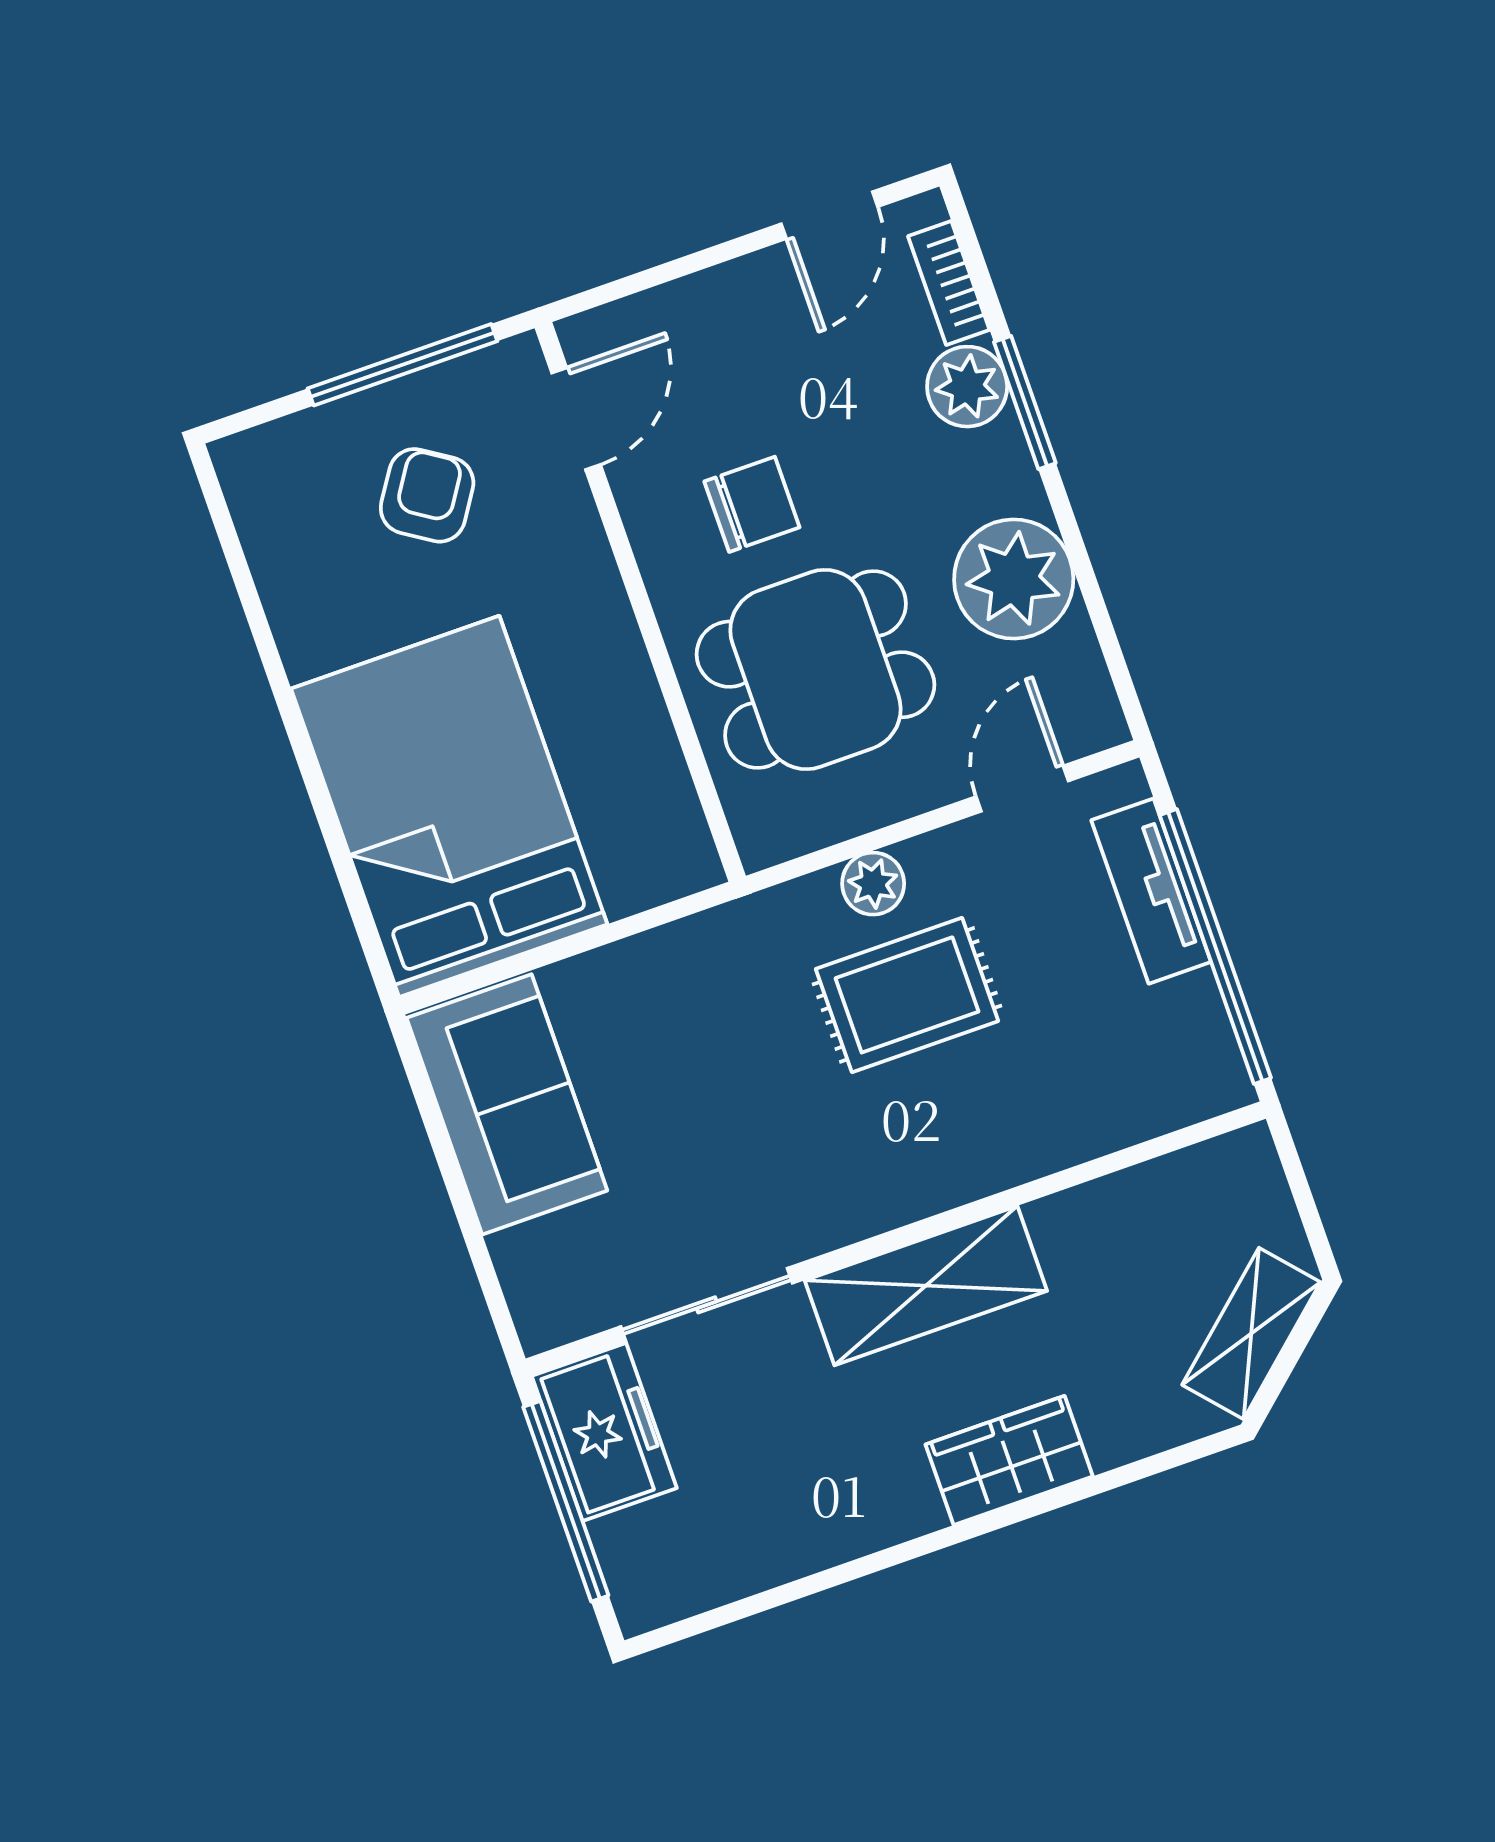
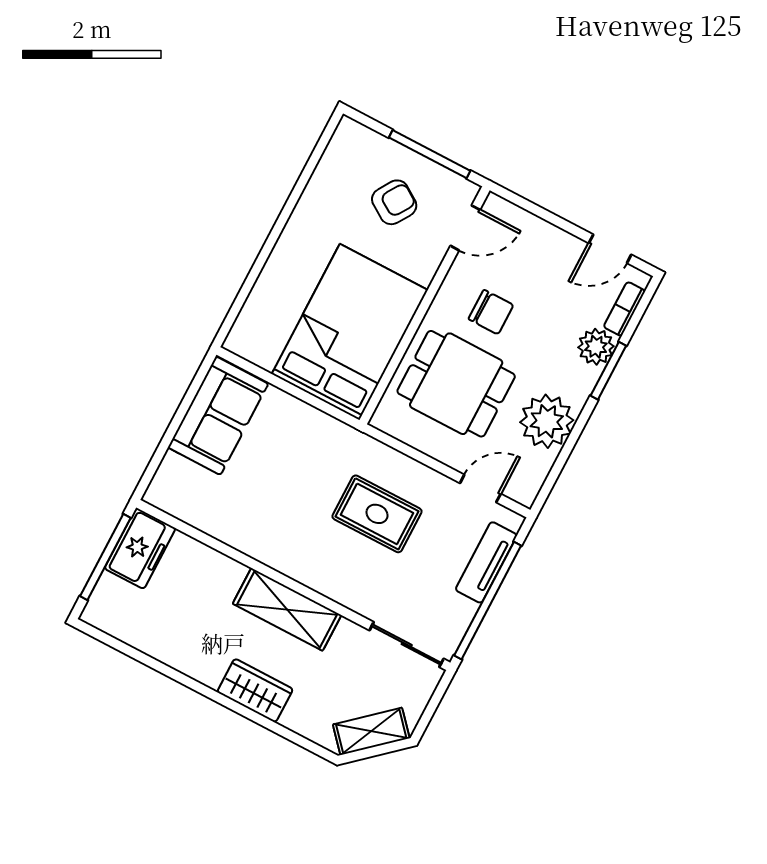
bed: (449, 806) -> (350, 332), moved
plant: (873, 884) -> (403, 468), removed
sliding door: (707, 1305) -> (407, 645), moved

